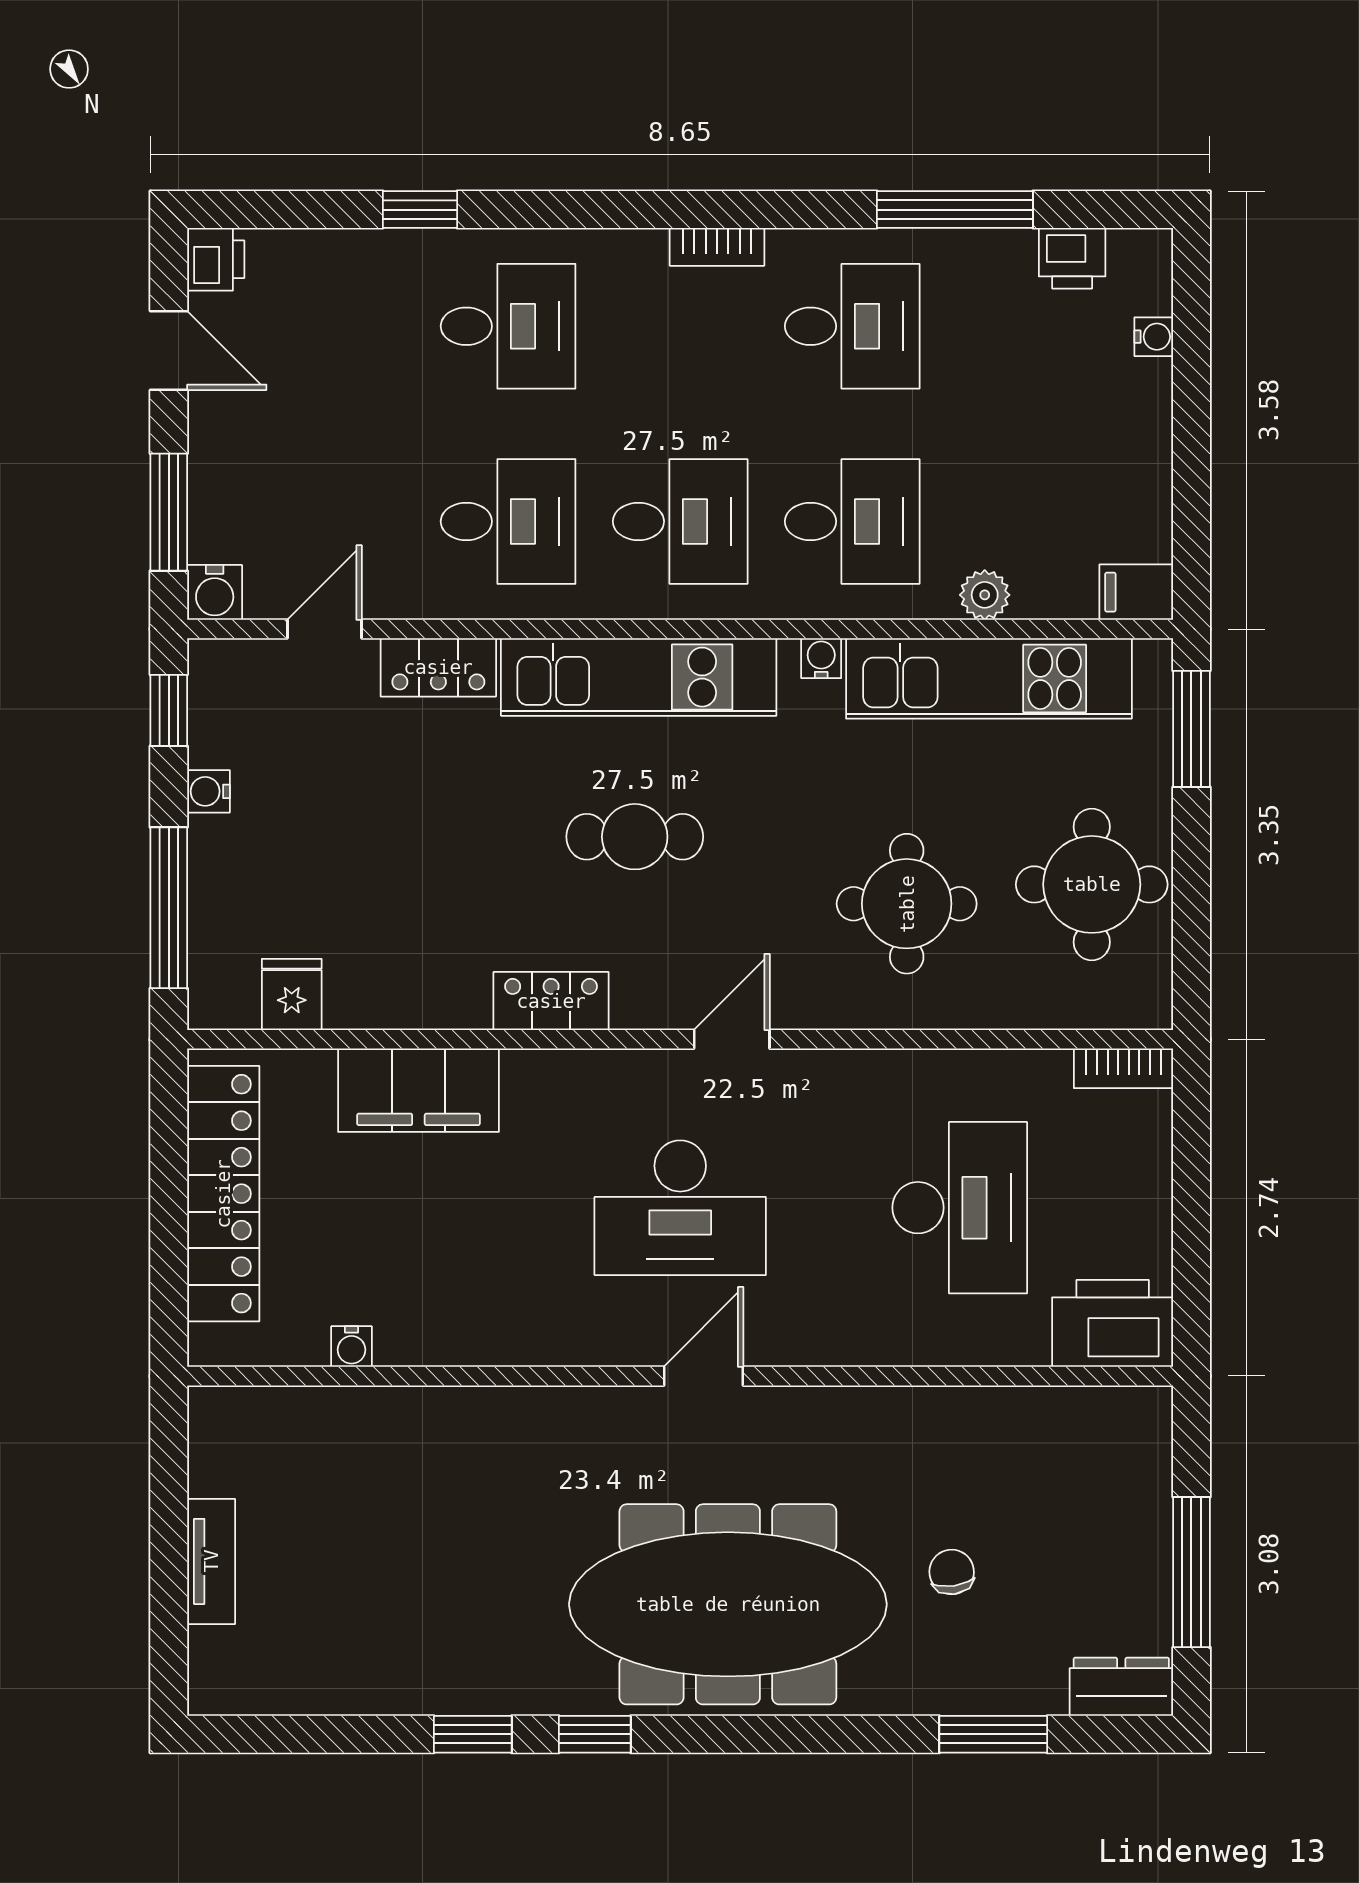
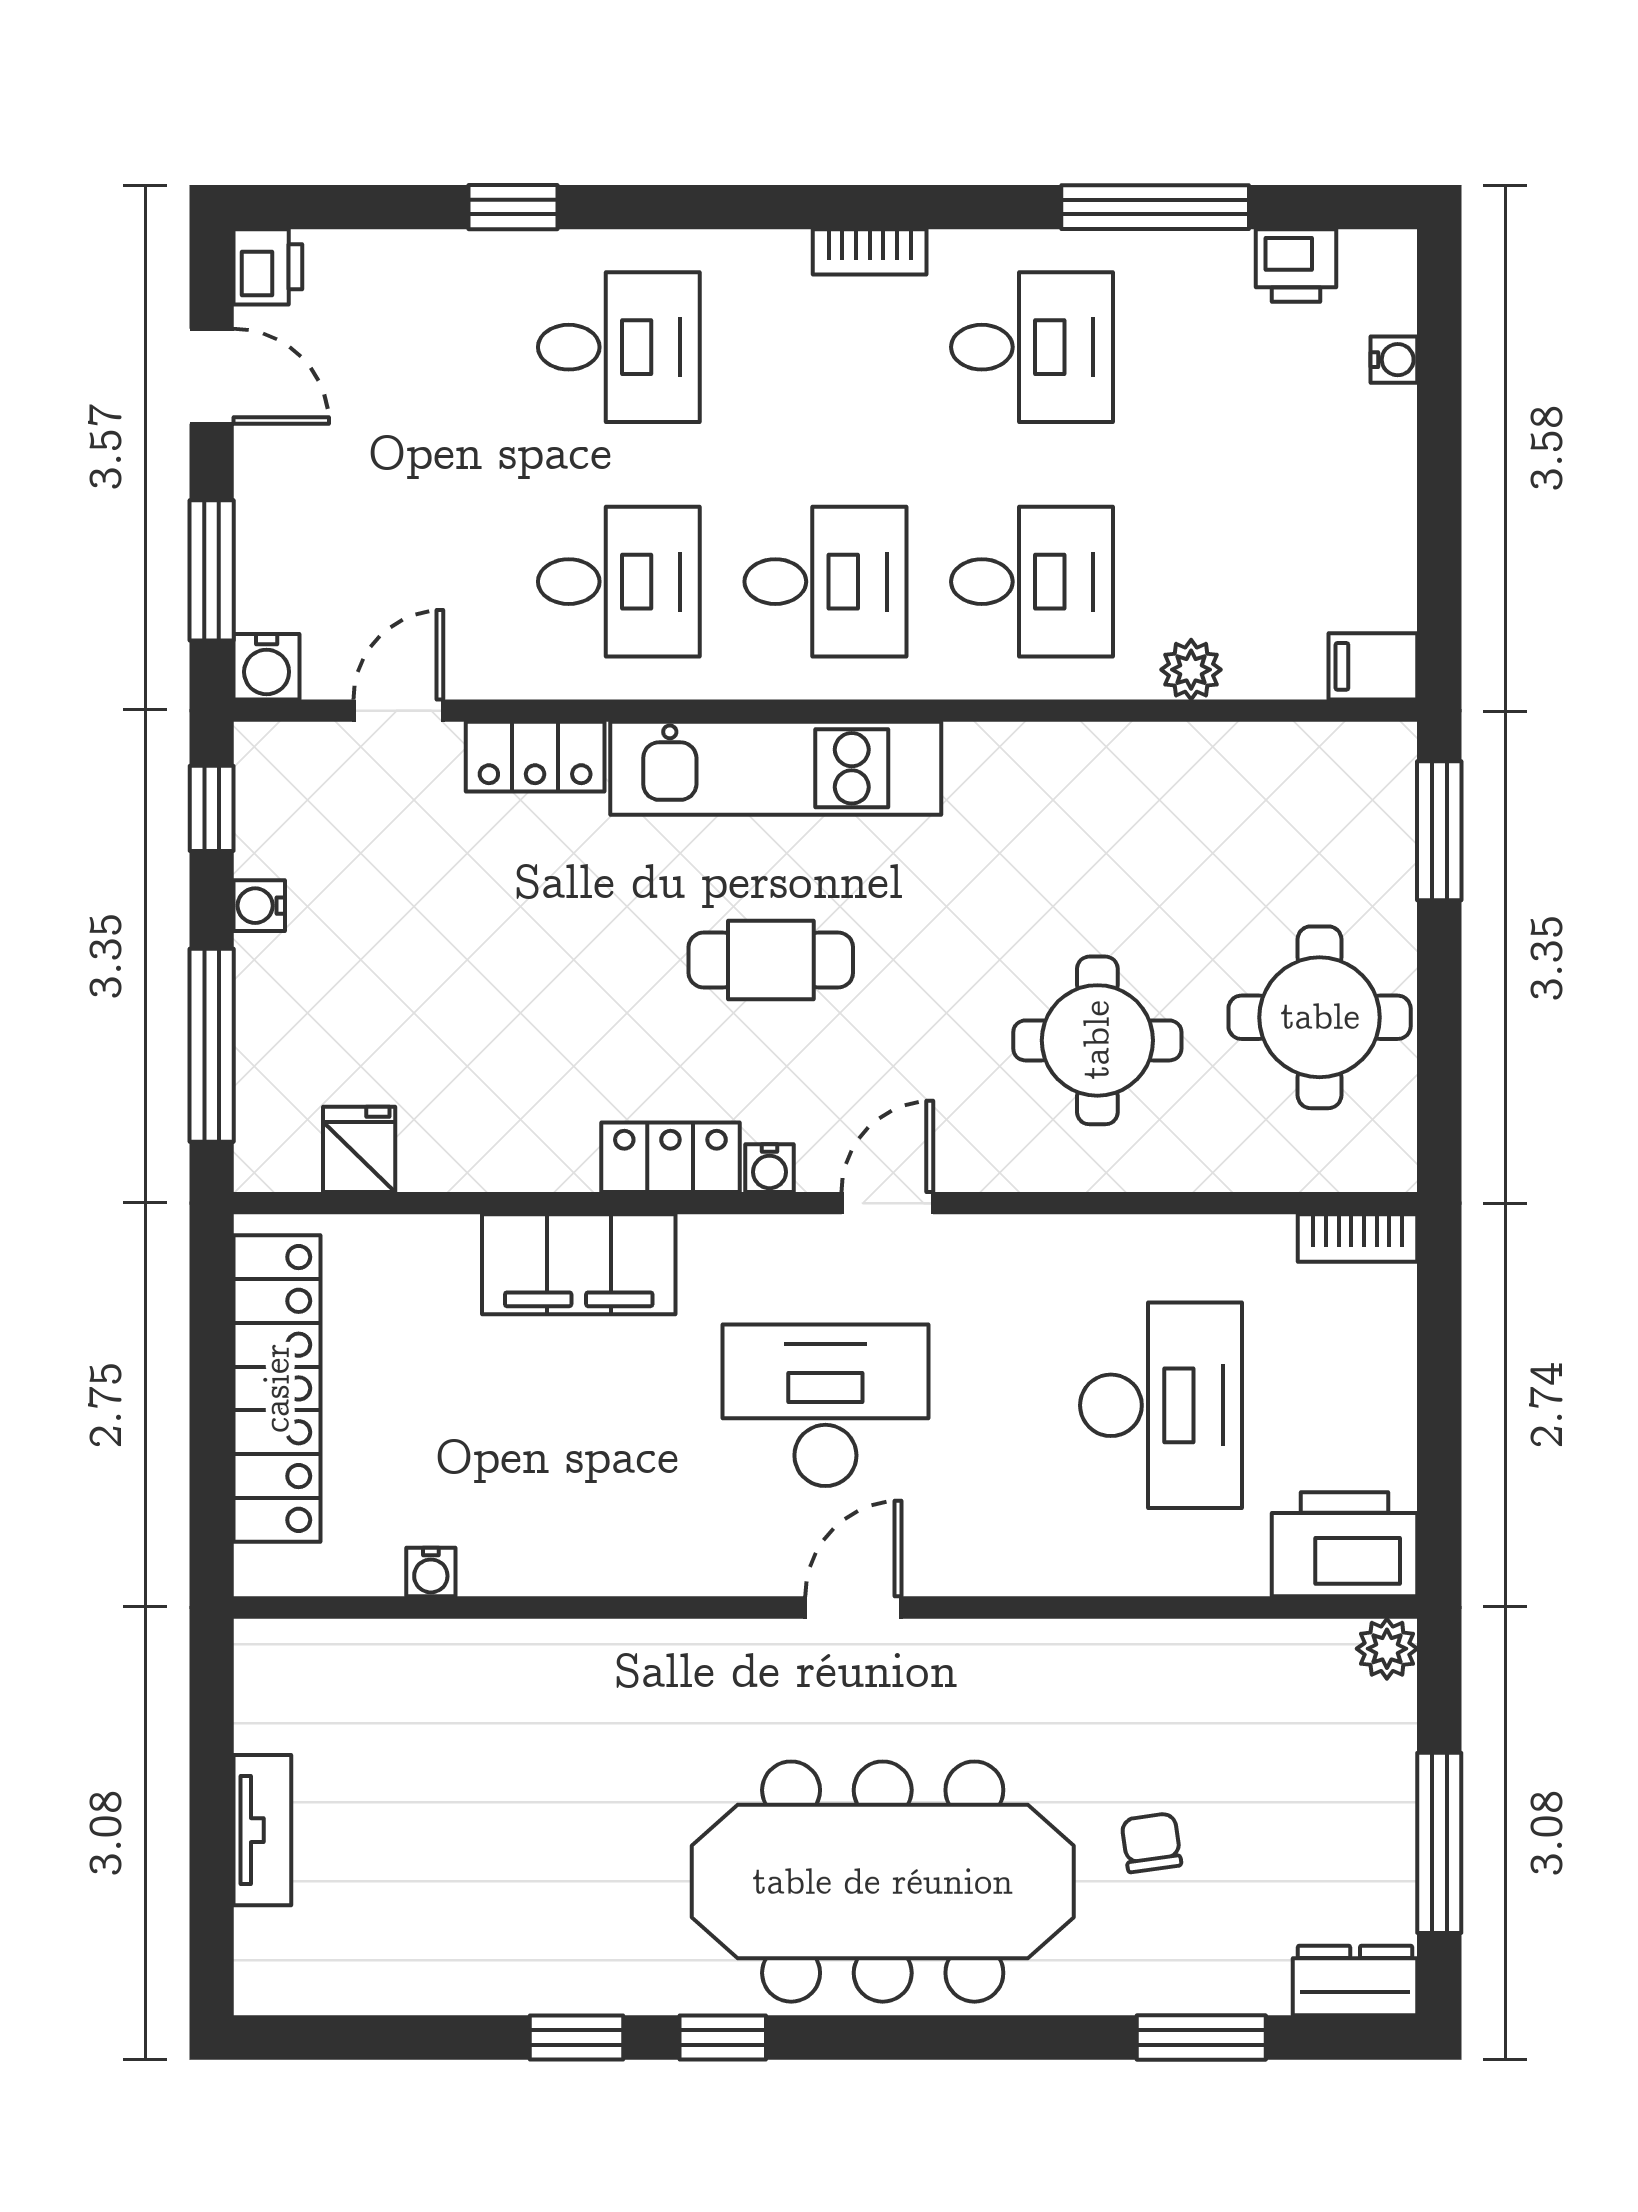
water cooler: (821, 658) -> (770, 1168), moved, turned 180
kitchen unit: (989, 678) -> (1196, 770), removed
filing cabinet: (418, 1090) -> (579, 1264), moved
desk: (680, 1208) -> (825, 1405), turned 180
plant: (1148, 1410) -> (1387, 1649), added

